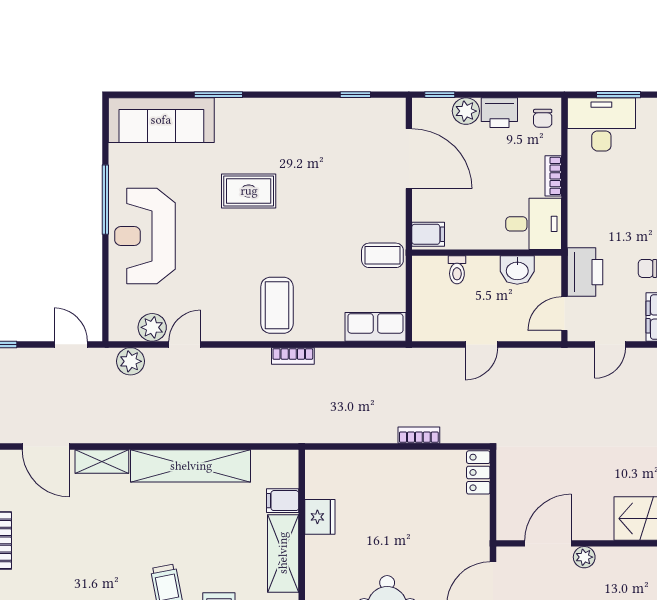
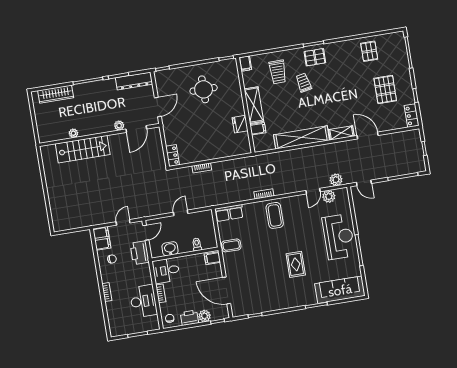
desk: (601, 124) -> (143, 301), moved, turned -90
rug: (249, 191) -> (296, 264), turned 90

